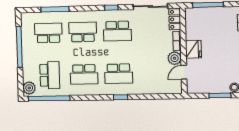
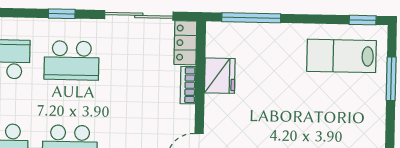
fridge: (193, 49) -> (220, 76), moved
plant: (175, 58) -> (182, 119), removed

